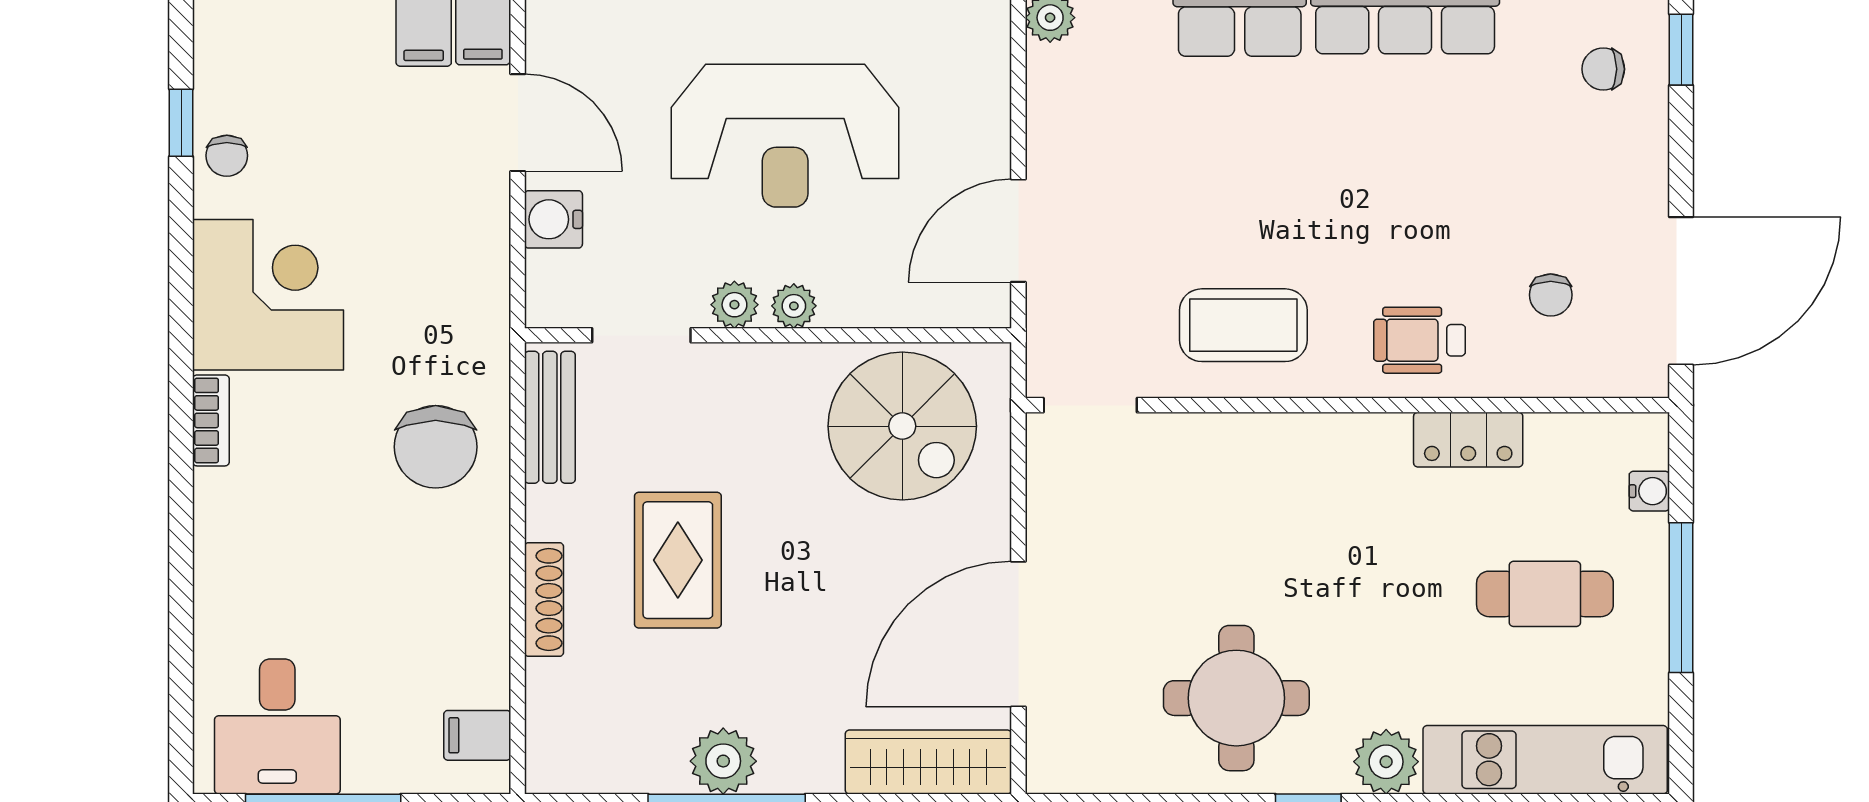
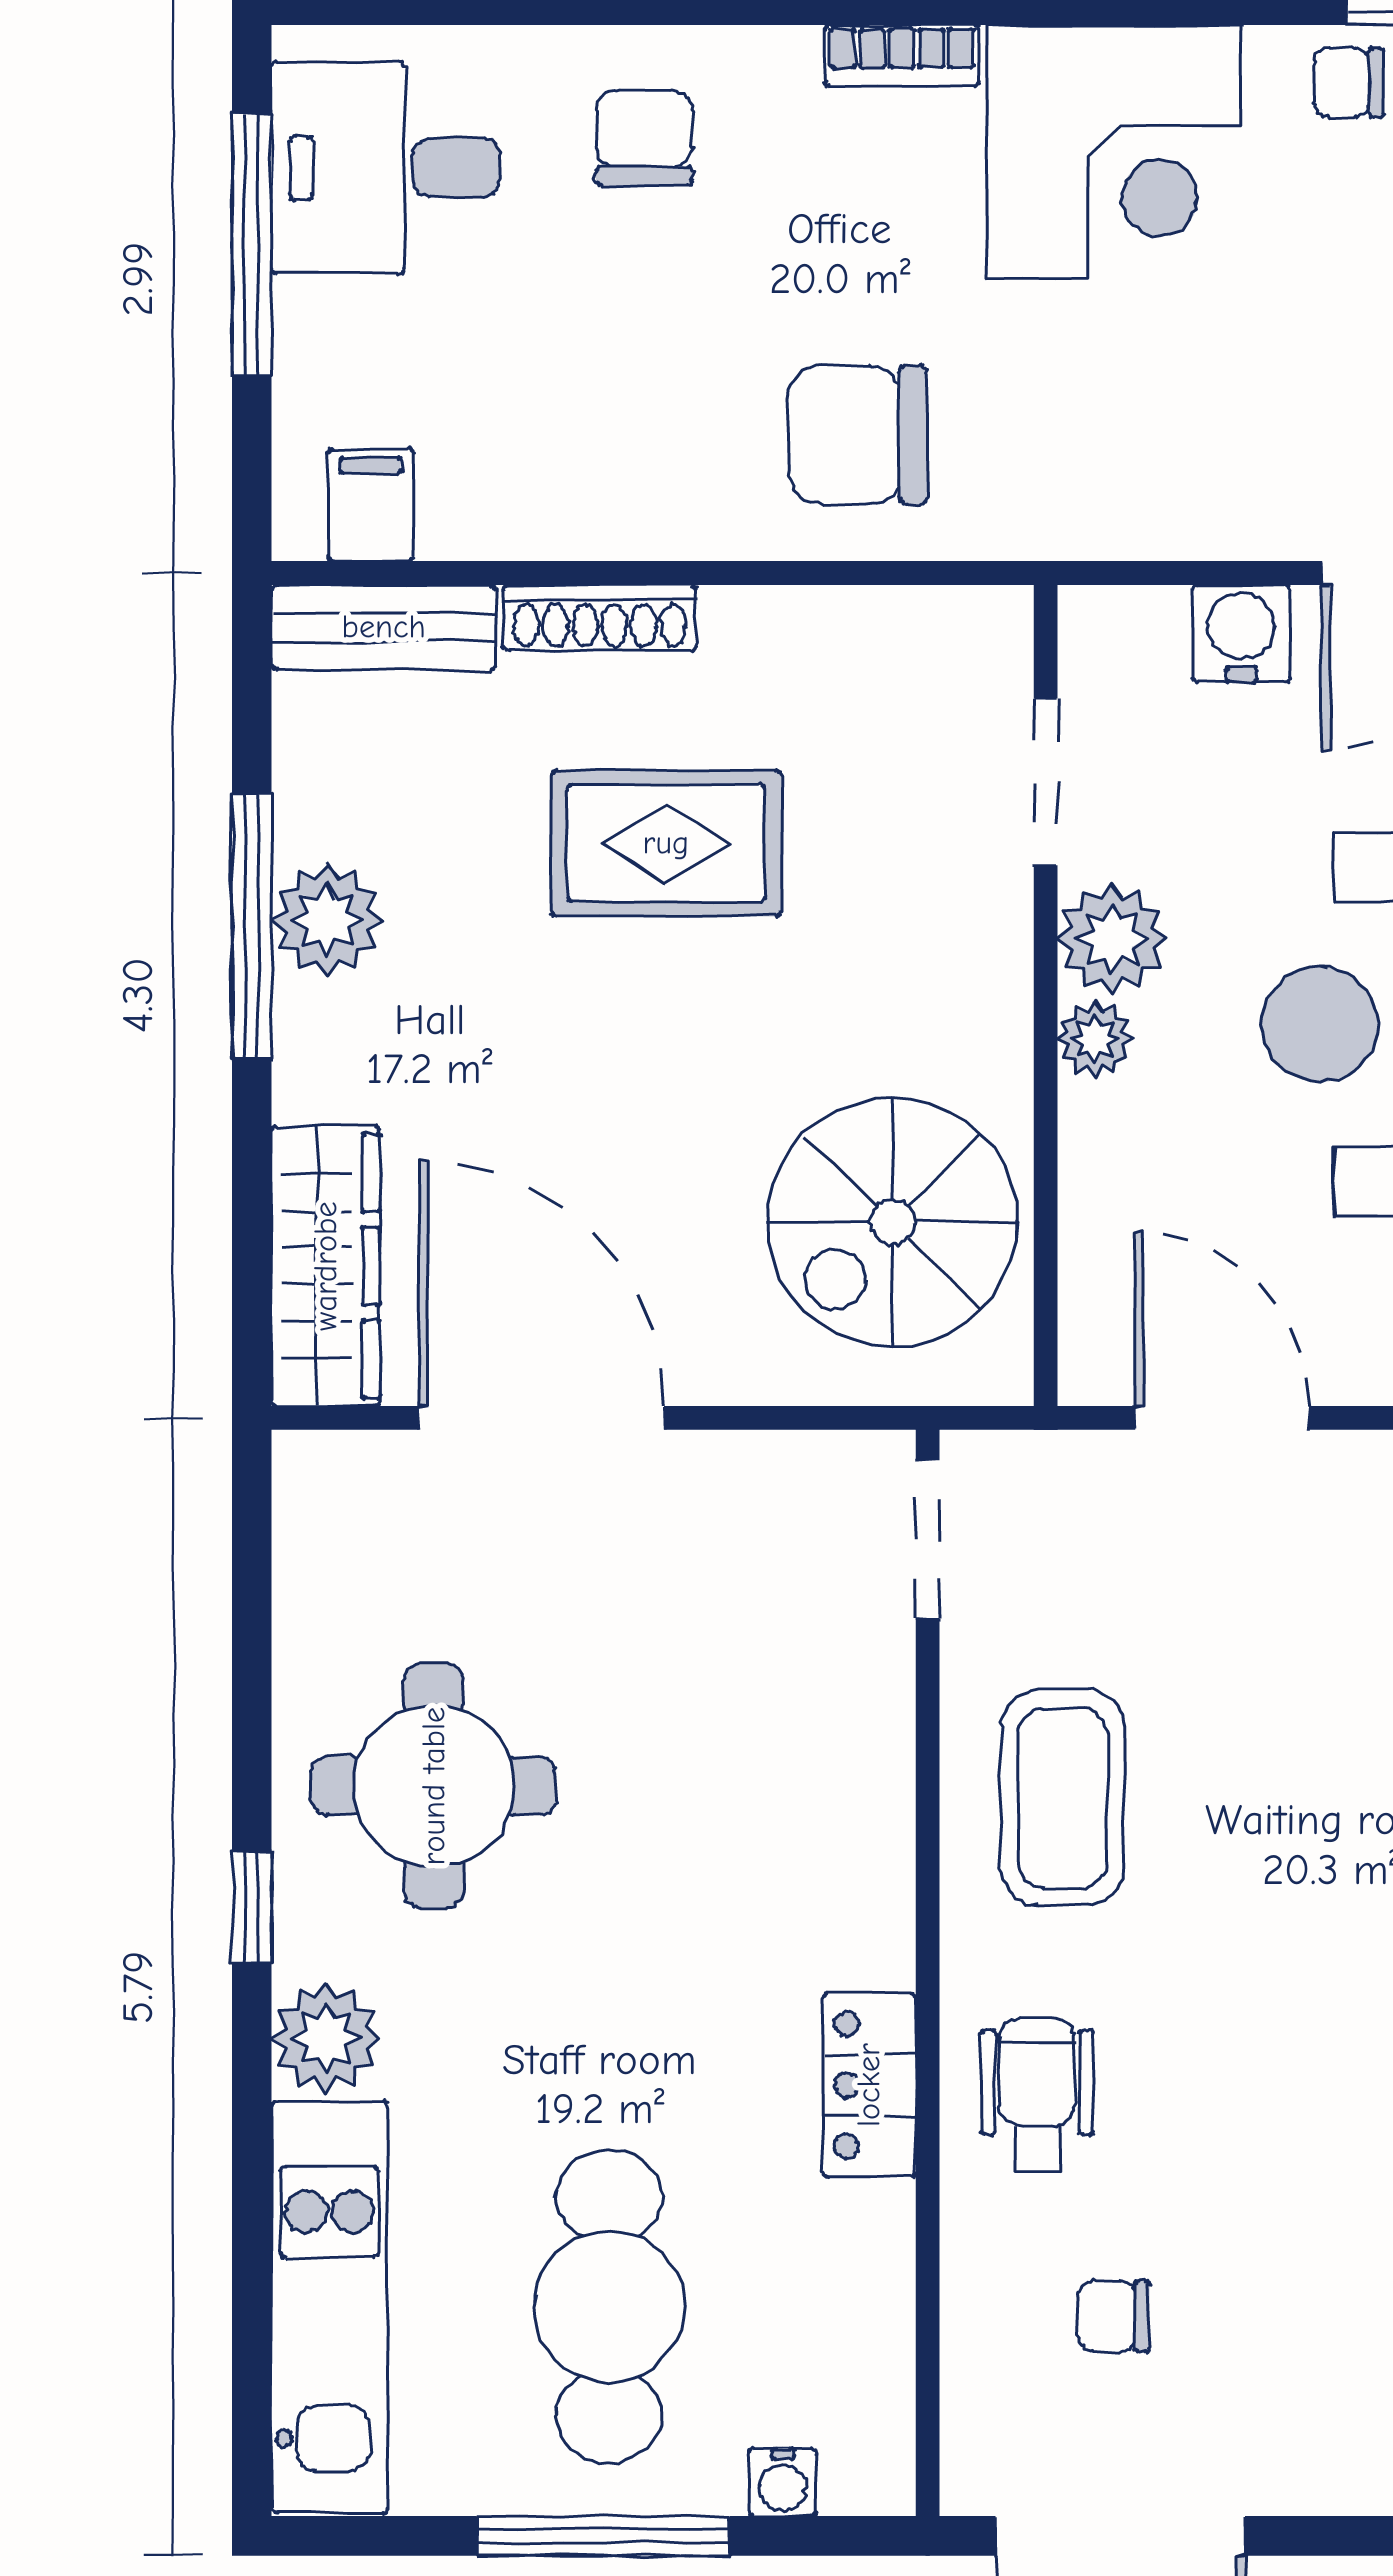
plant: (734, 305) -> (1112, 939), width x1.38, depth x1.38
bench: (550, 417) -> (384, 627), moved
locker: (1468, 440) -> (869, 2085), moved
chair: (259, 573) -> (644, 137), added
cafe table: (1545, 594) -> (609, 2306), width x1.37, depth x1.35

